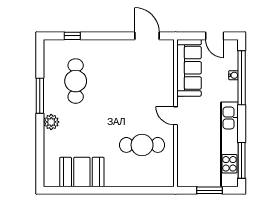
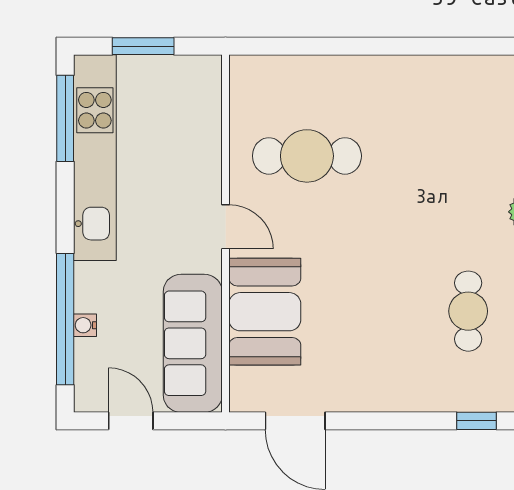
cafe table: (76, 81) -> (468, 311), width x0.73, depth x0.74
booth: (82, 172) -> (265, 312), moved, turned 90

